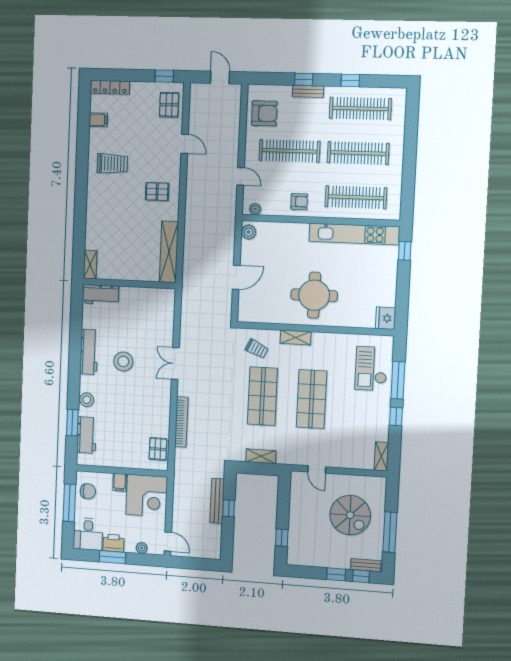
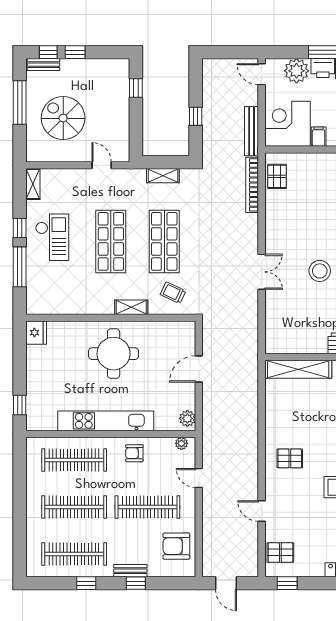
pallet: (169, 105) -> (280, 552), turned 90
kitchen unit: (354, 234) -> (106, 421), moved
shelving: (169, 252) -> (298, 369), moved, turned 90
checkout: (371, 369) -> (52, 237), moved
bookcase: (181, 422) -> (252, 185), moved
bench: (217, 501) -> (252, 131), moved
plant: (142, 548) -> (297, 71), width x1.88, depth x1.88

